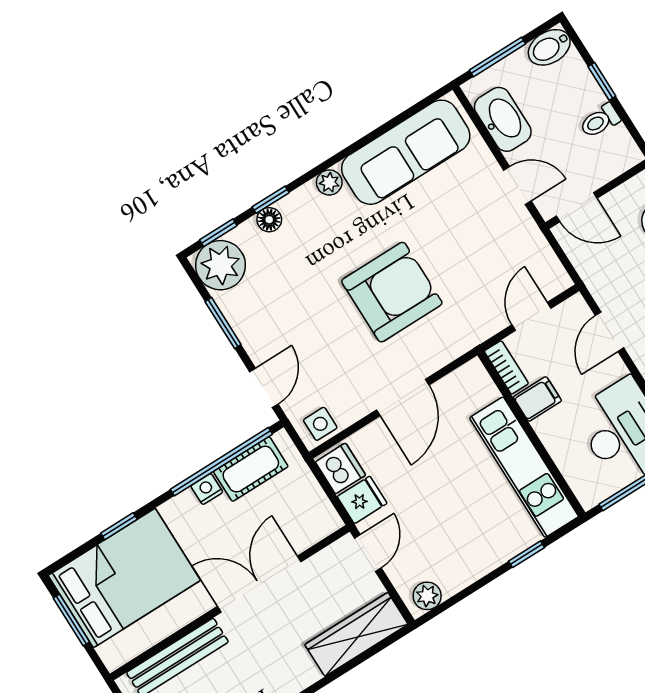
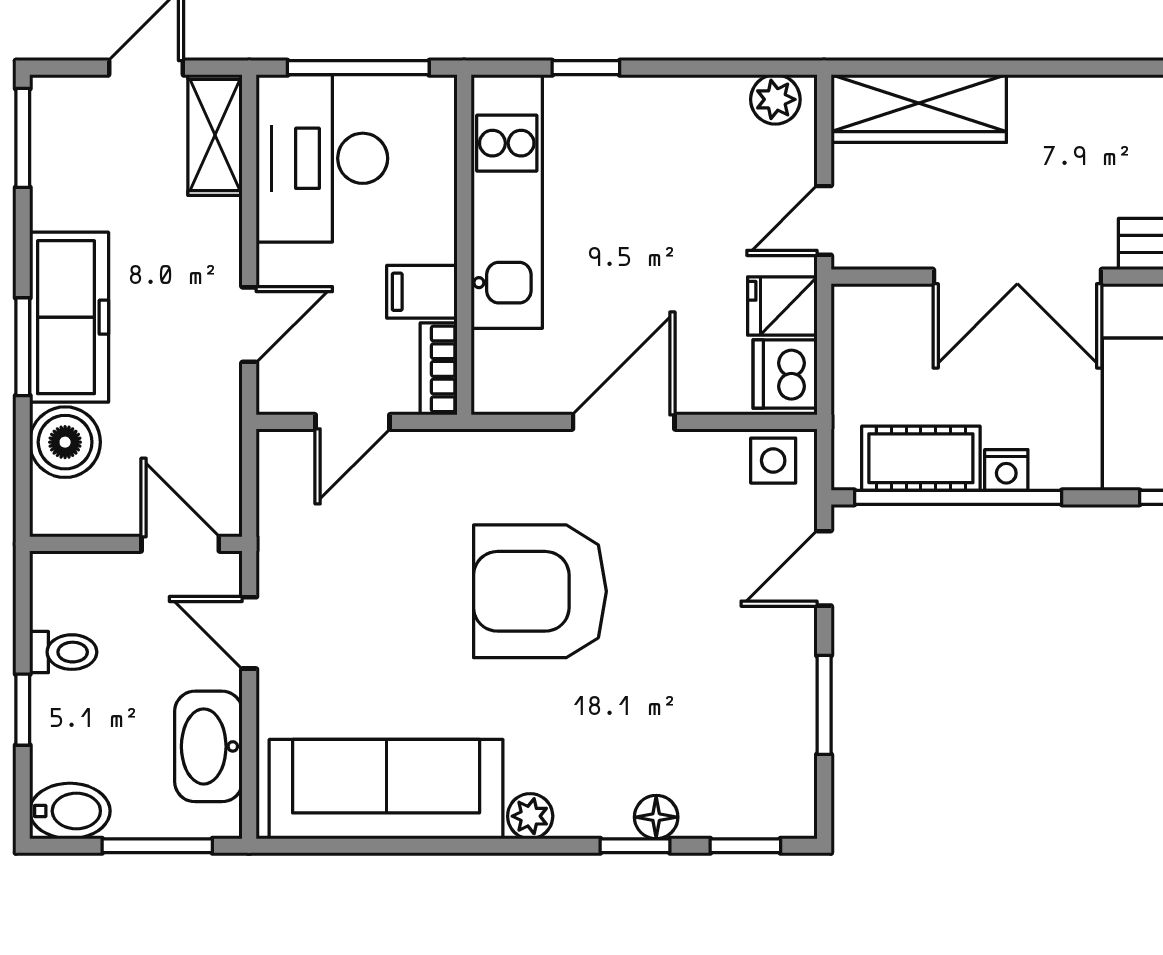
plant: (221, 265) -> (773, 795), removed

